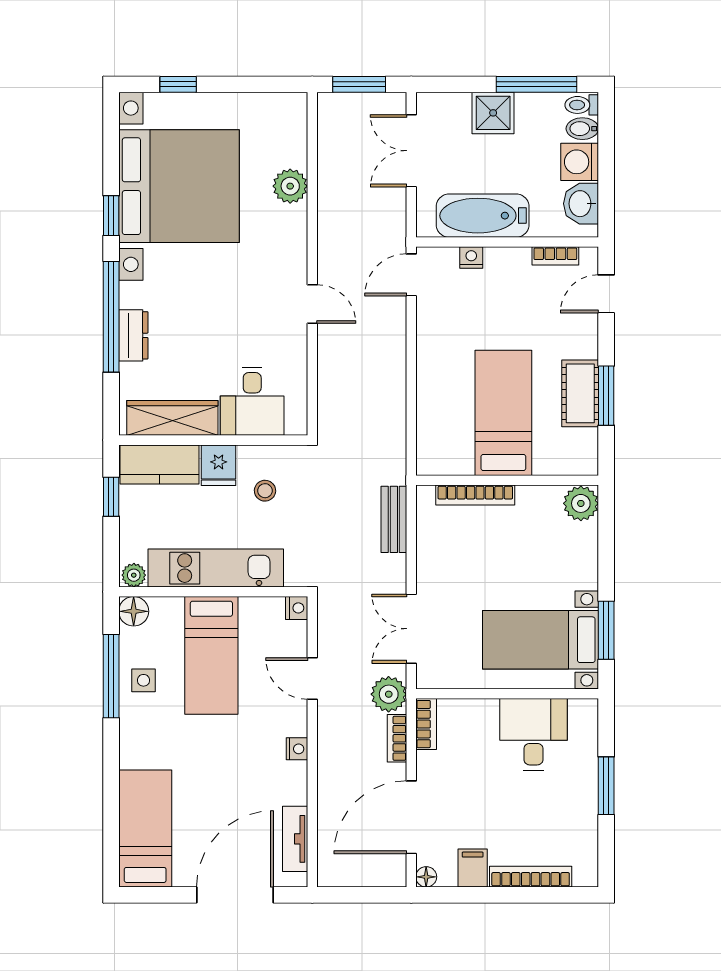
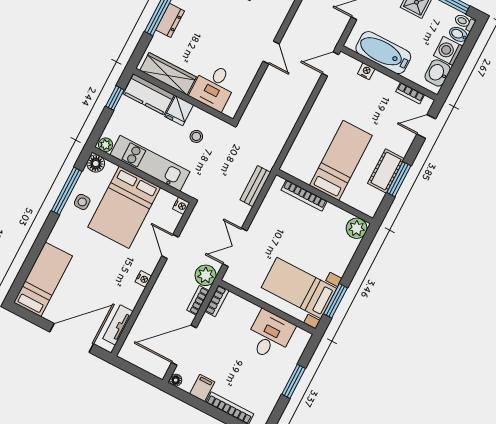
bed: (211, 655) -> (124, 207), width x1.50

